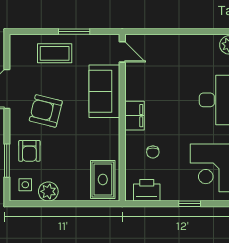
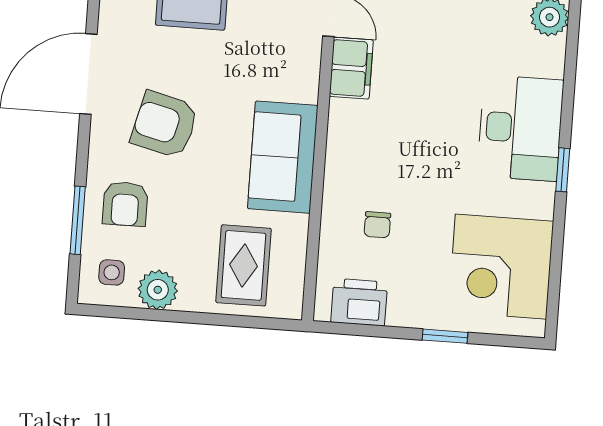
sofa: (104, 91) -> (283, 157), moved
filing cabinet: (135, 116) -> (351, 68), moved
rug: (103, 179) -> (243, 265), moved

